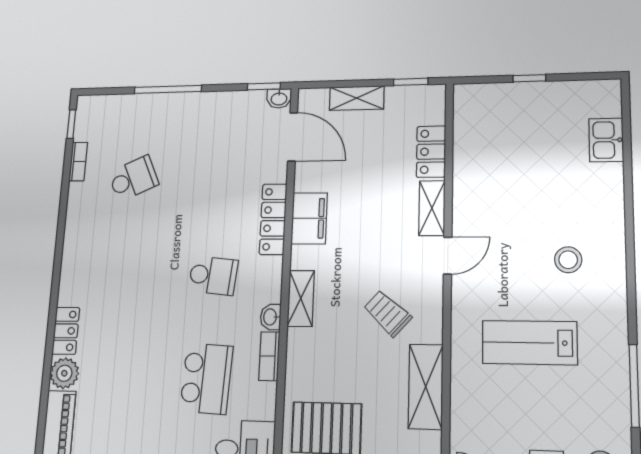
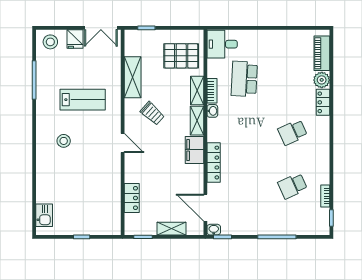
kitchen sink: (606, 140) -> (44, 215), moved
shelving: (432, 208) -> (197, 91), moved
filing cabinet: (309, 218) -> (194, 150), moved
door: (448, 256) -> (123, 143), swing flipped
school desk: (213, 276) -> (293, 132), moved, turned -30

